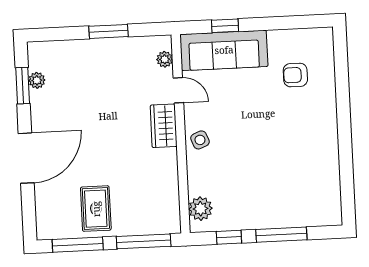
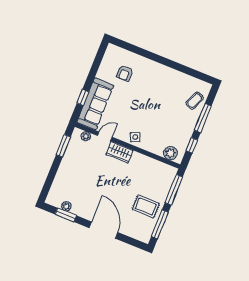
window: (108, 31) -> (63, 146), moved
coffee table: (303, 209) -> (195, 101), added

